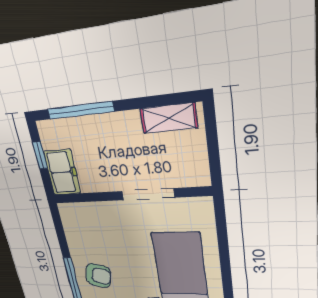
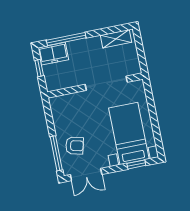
freezer: (62, 172) -> (53, 54), moved, turned 90
doorway: (148, 194) -> (106, 83), width x1.36

